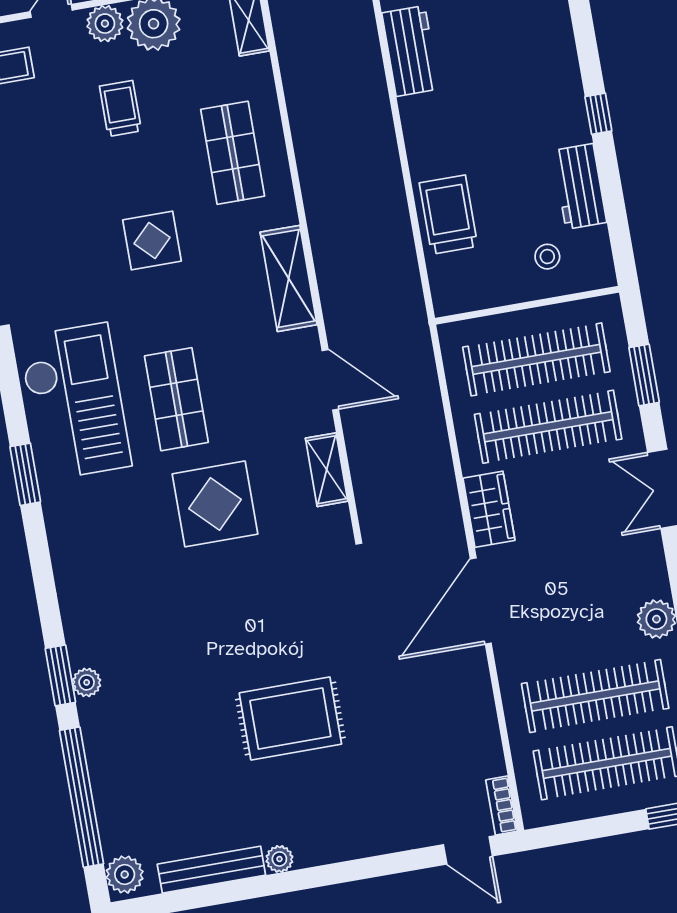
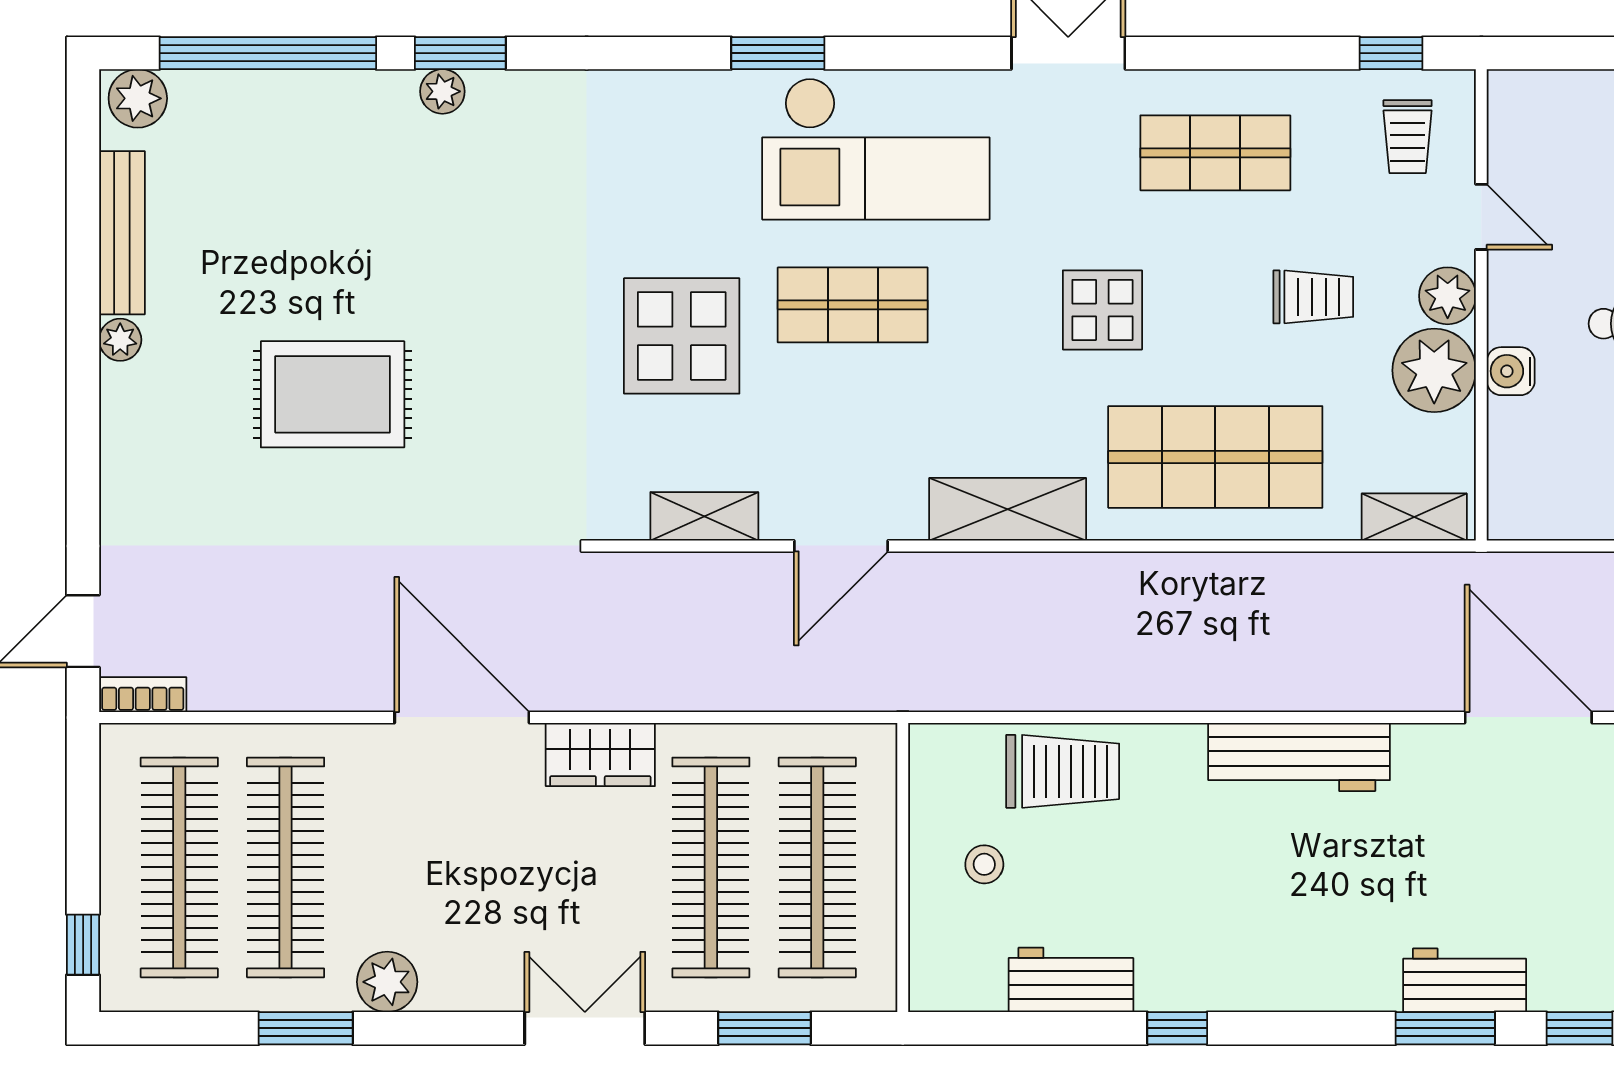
workbench: (411, 51) -> (1299, 757), width x1.38
shop shelf: (233, 153) -> (1215, 457), width x1.43, depth x1.36
shop shelf: (40, 186) -> (1215, 153), added
stool: (547, 257) -> (984, 864), moved
rug: (290, 718) -> (333, 394), turned 90

